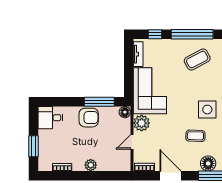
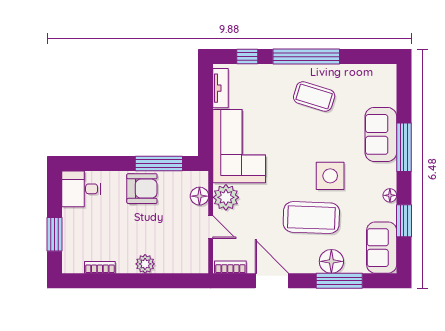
coffee table: (197, 59) -> (314, 97), turned 45
floor lamp: (125, 112) -> (199, 196), moved
coffee table: (195, 136) -> (311, 218), width x1.86, depth x1.72
door: (132, 142) -> (211, 227), swing flipped

